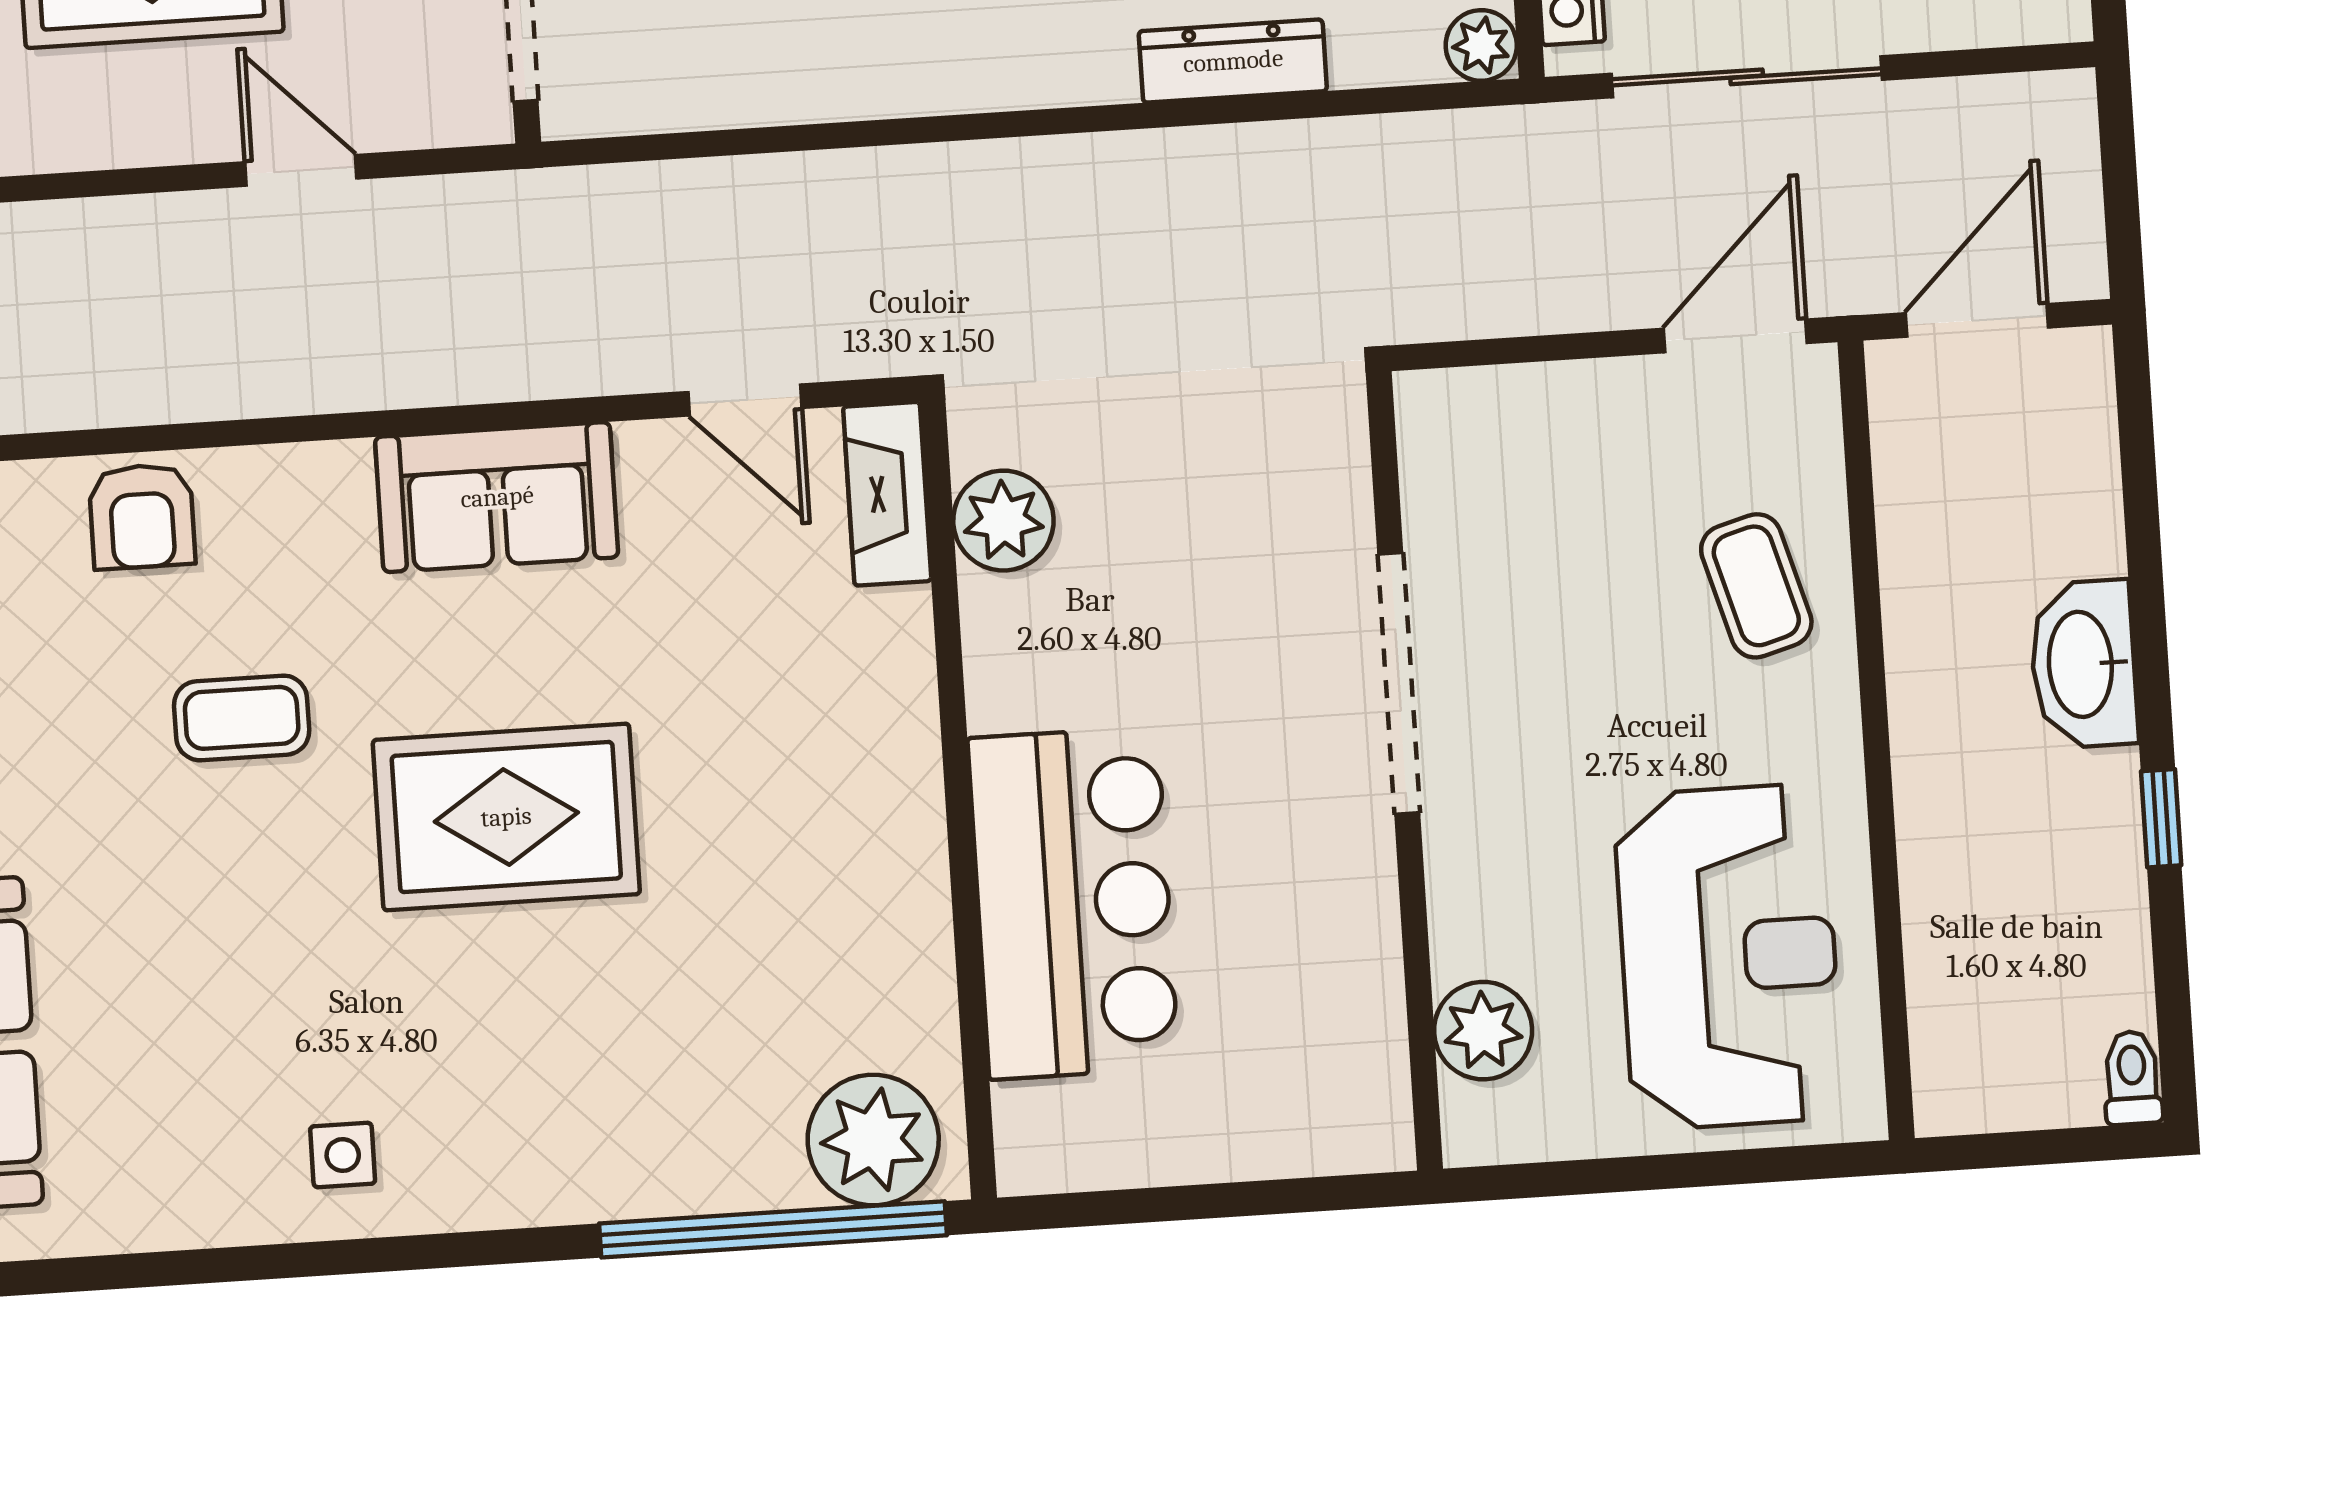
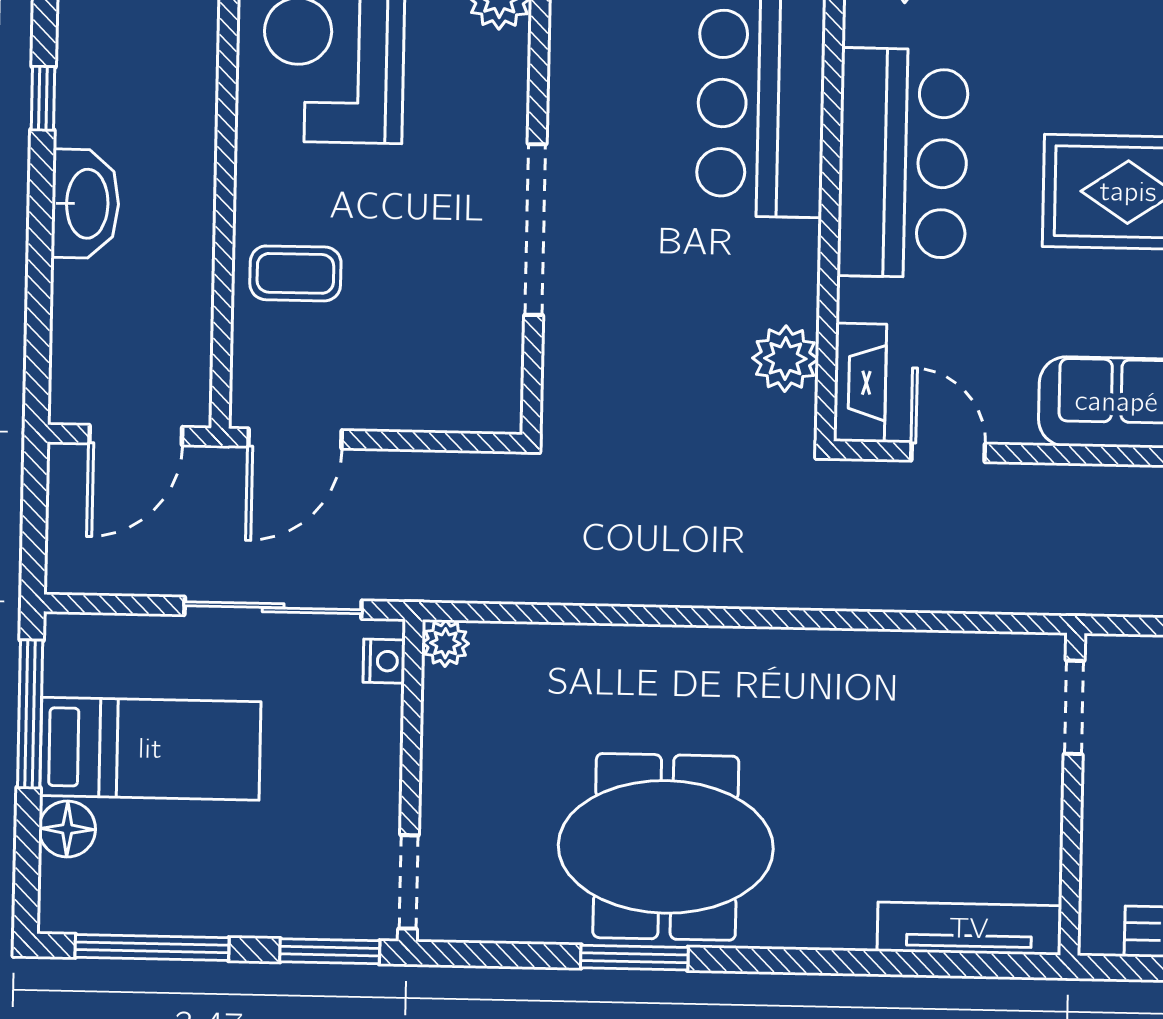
dresser: (1233, 61) -> (609, 647), removed
coffee table: (1756, 586) -> (295, 273), turned -74
bar counter: (851, 832) -> (903, 163), added

